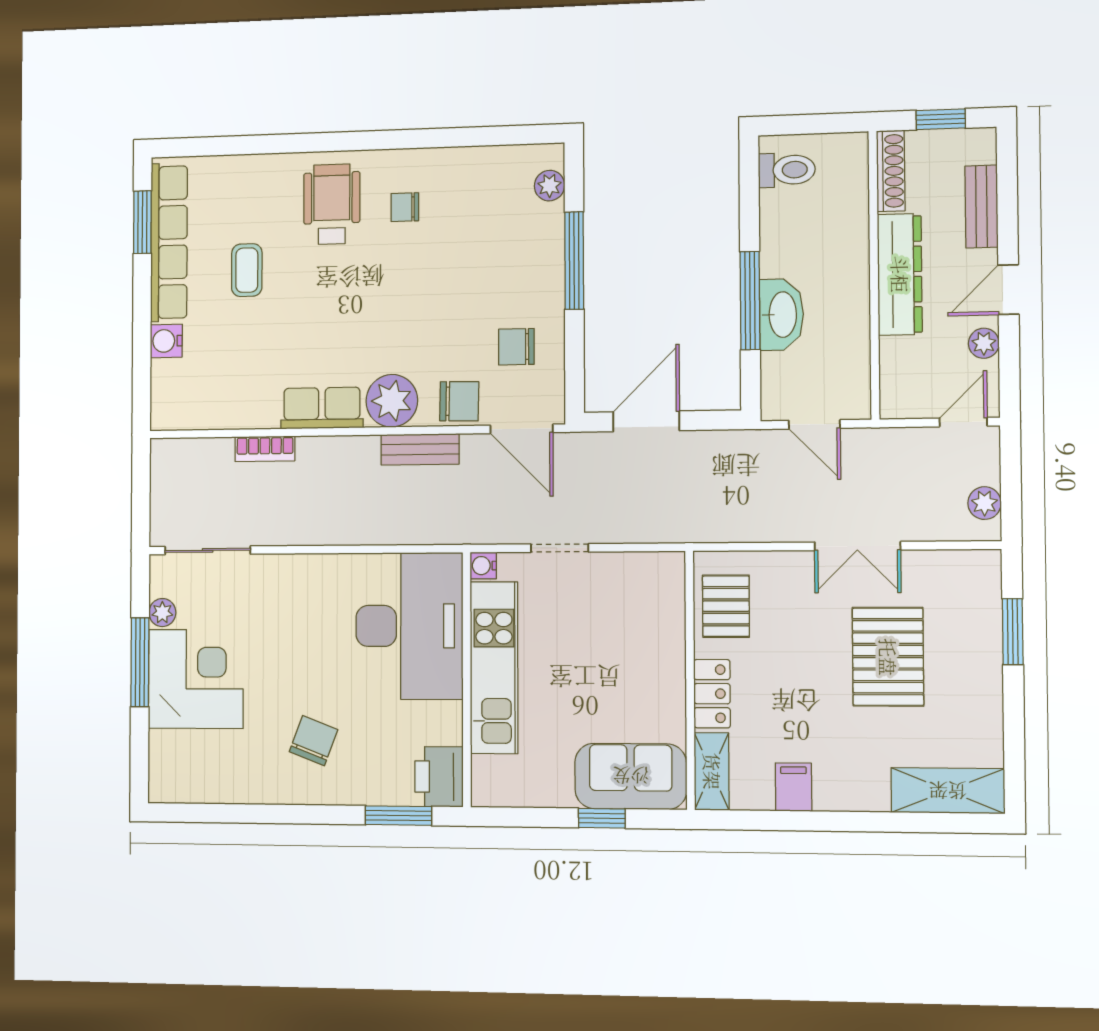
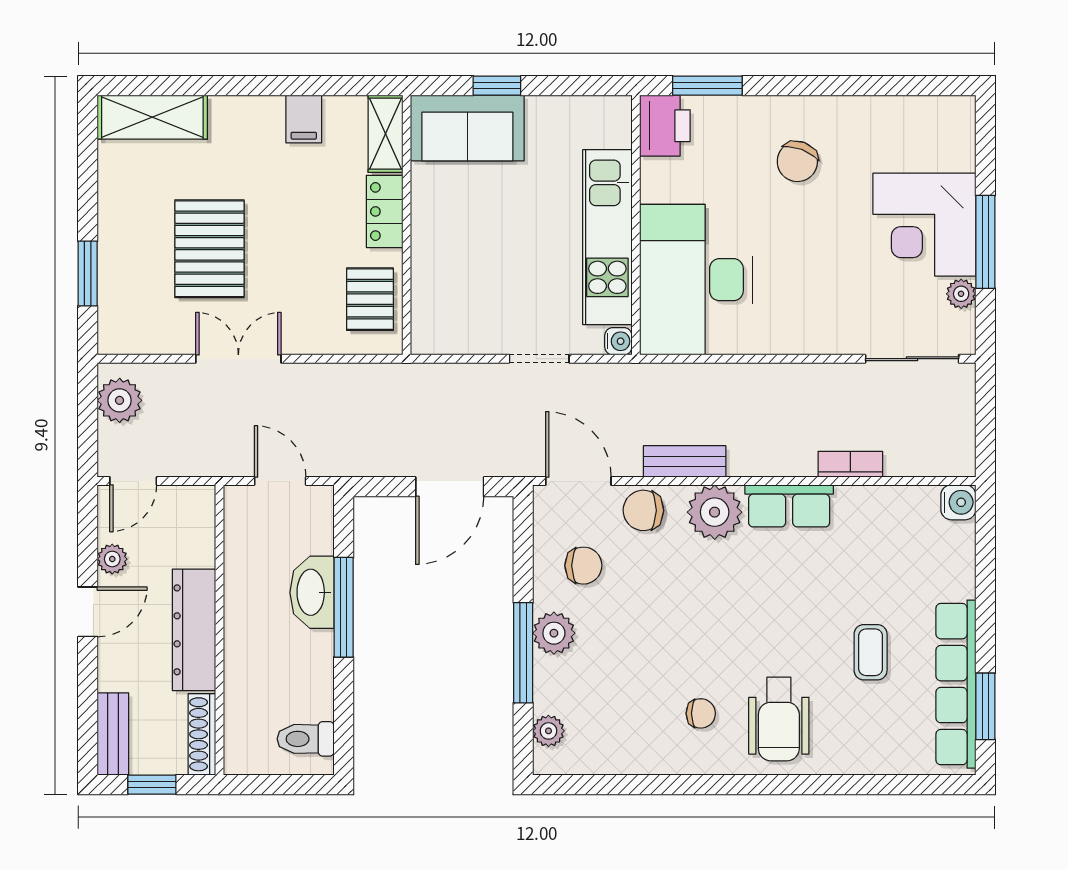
bench: (981, 207) -> (113, 734), moved
plant: (545, 280) -> (554, 633), added
water cooler: (166, 341) -> (958, 502), moved
plant: (985, 503) -> (120, 400), width x1.38, depth x1.38

